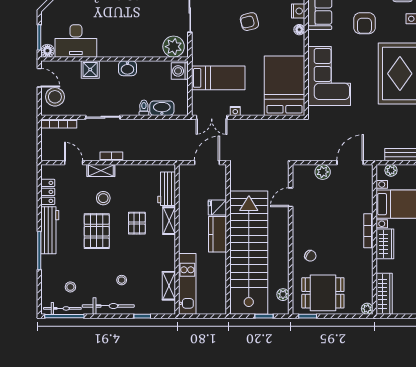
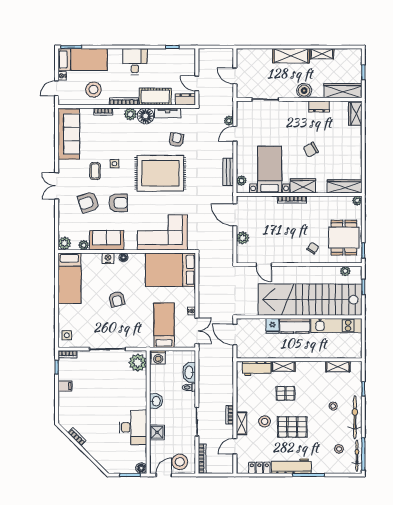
desk: (76, 41) -> (133, 427), moved
kitchen unit: (187, 284) -> (336, 326), moved, turned 180

